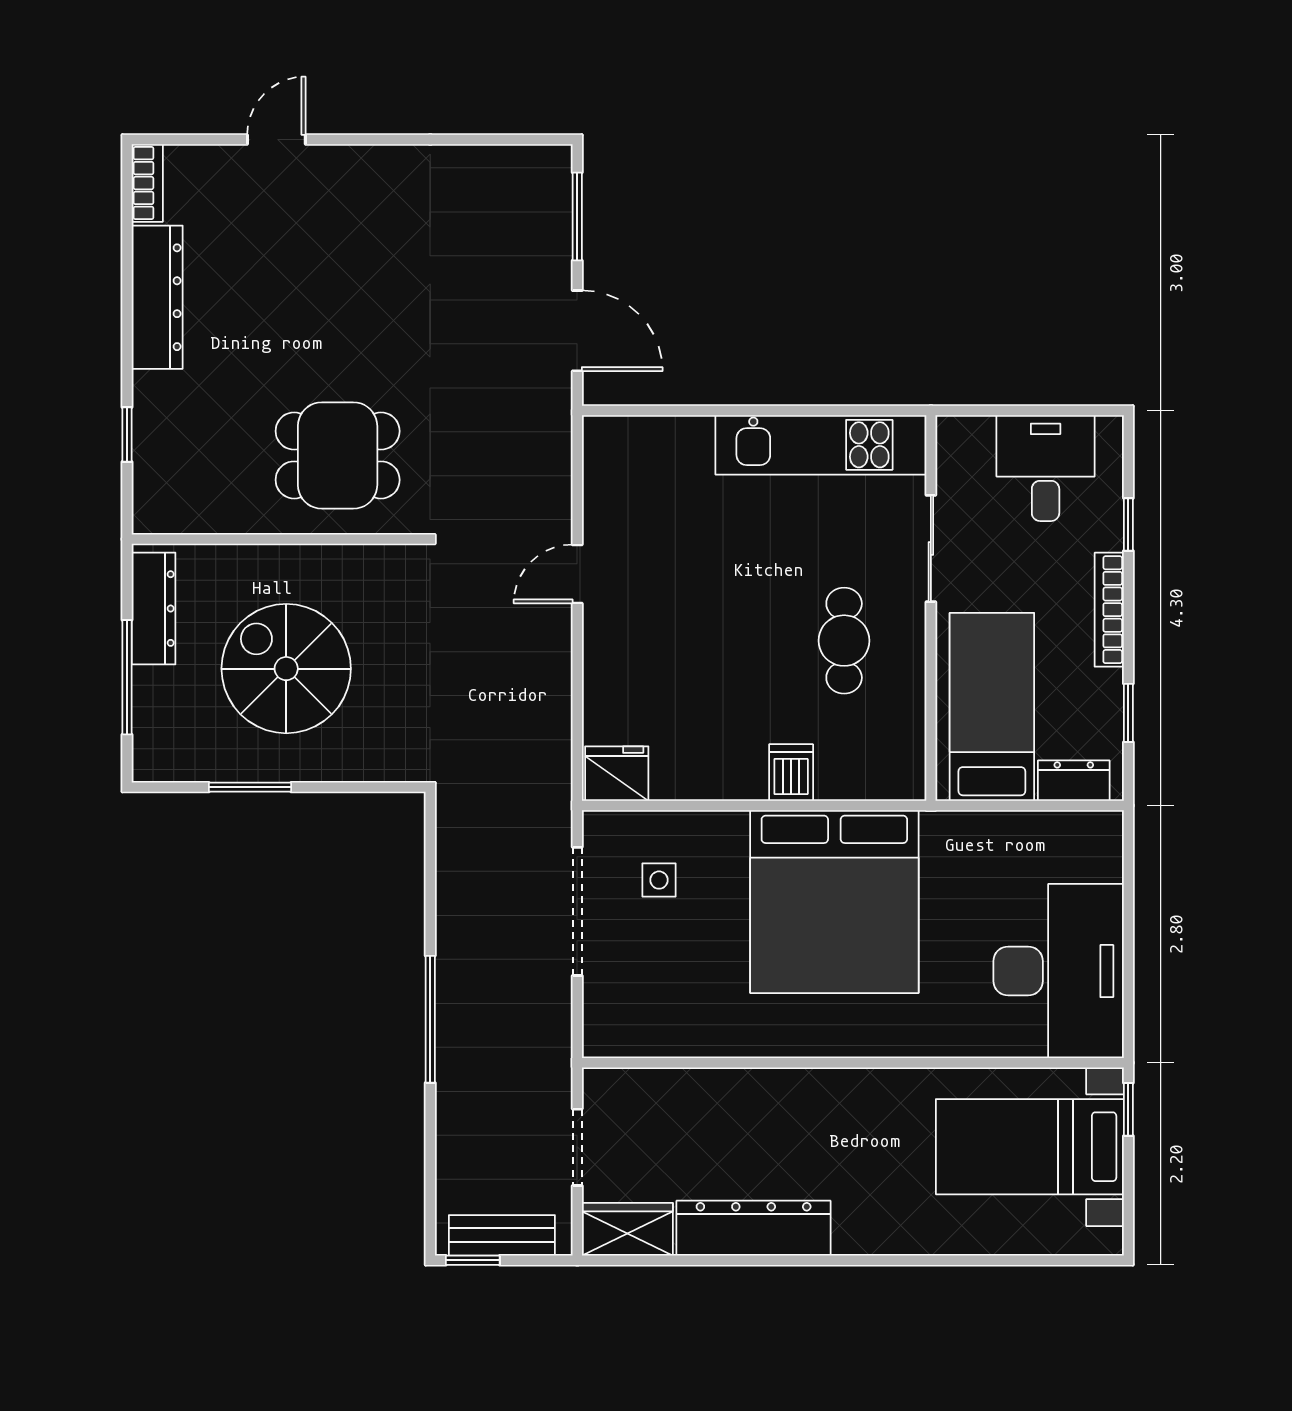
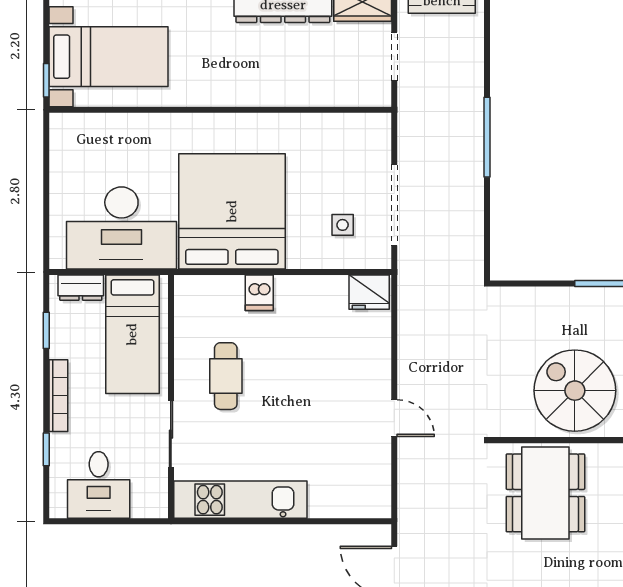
dining table: (338, 455) -> (545, 493), width x1.37
door: (577, 574) -> (394, 418), hinge flipped
spiral stairs: (286, 669) -> (575, 391), moved, turned 180
desk: (1059, 971) -> (121, 228), moved, turned -90

